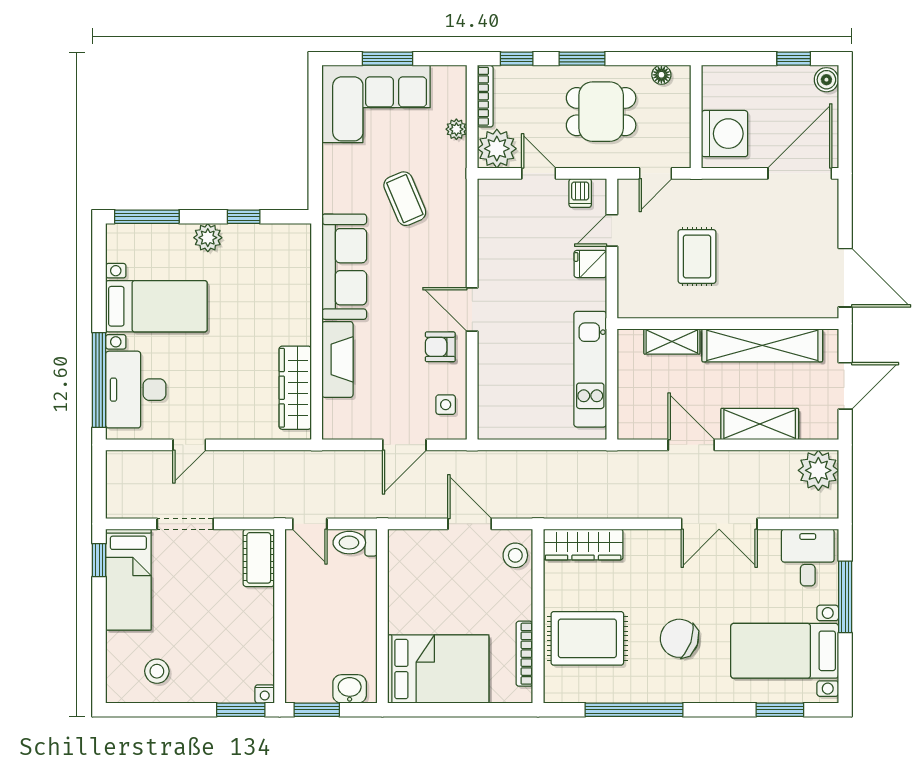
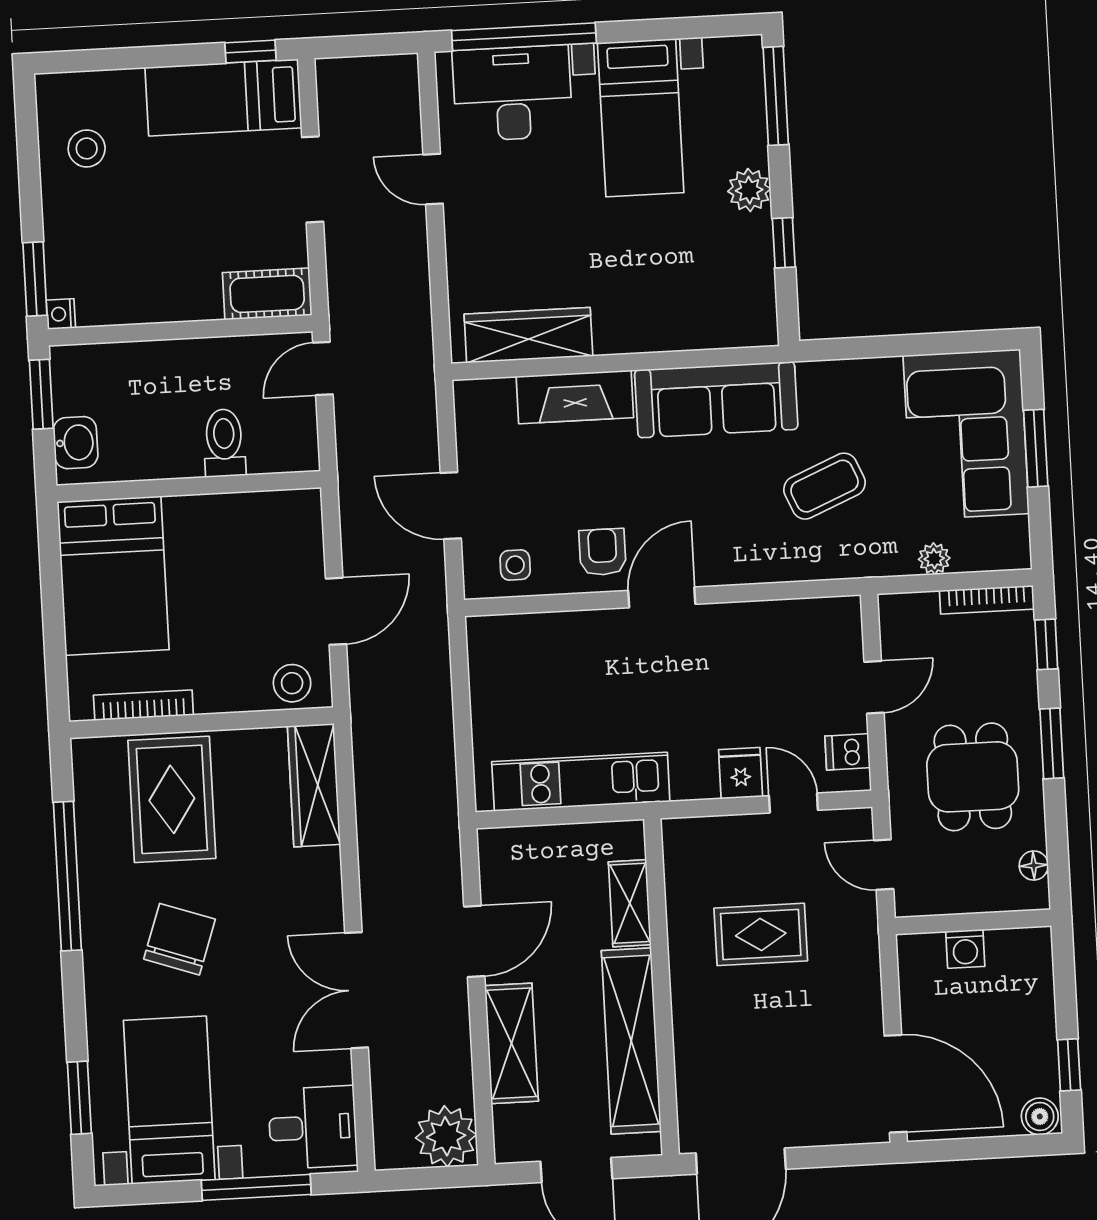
washing machine: (725, 134) -> (965, 949), width x0.53, depth x0.53
plant: (497, 149) -> (908, 622), removed
toilet: (355, 543) -> (224, 443), moved

